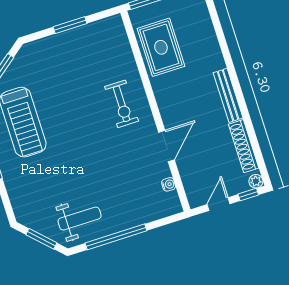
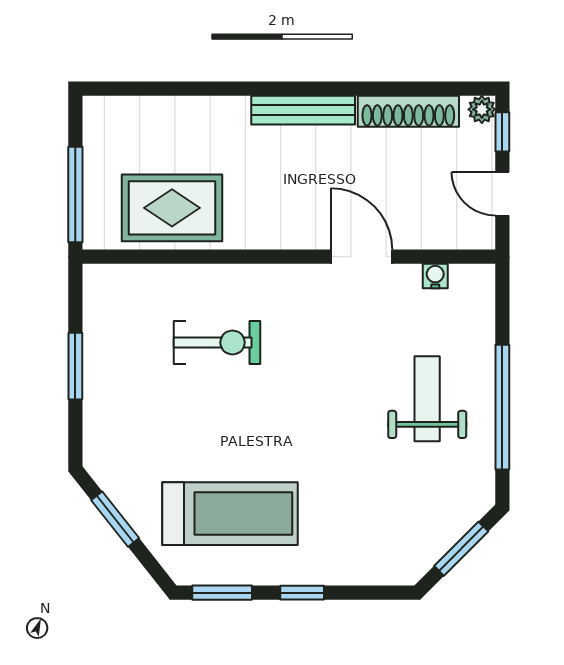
exercise bike: (122, 104) -> (217, 342), moved
weight bench: (80, 219) -> (427, 399), moved

